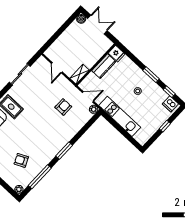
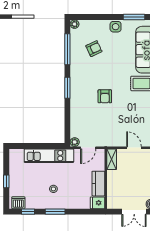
armchair: (63, 107) -> (105, 96), moved

